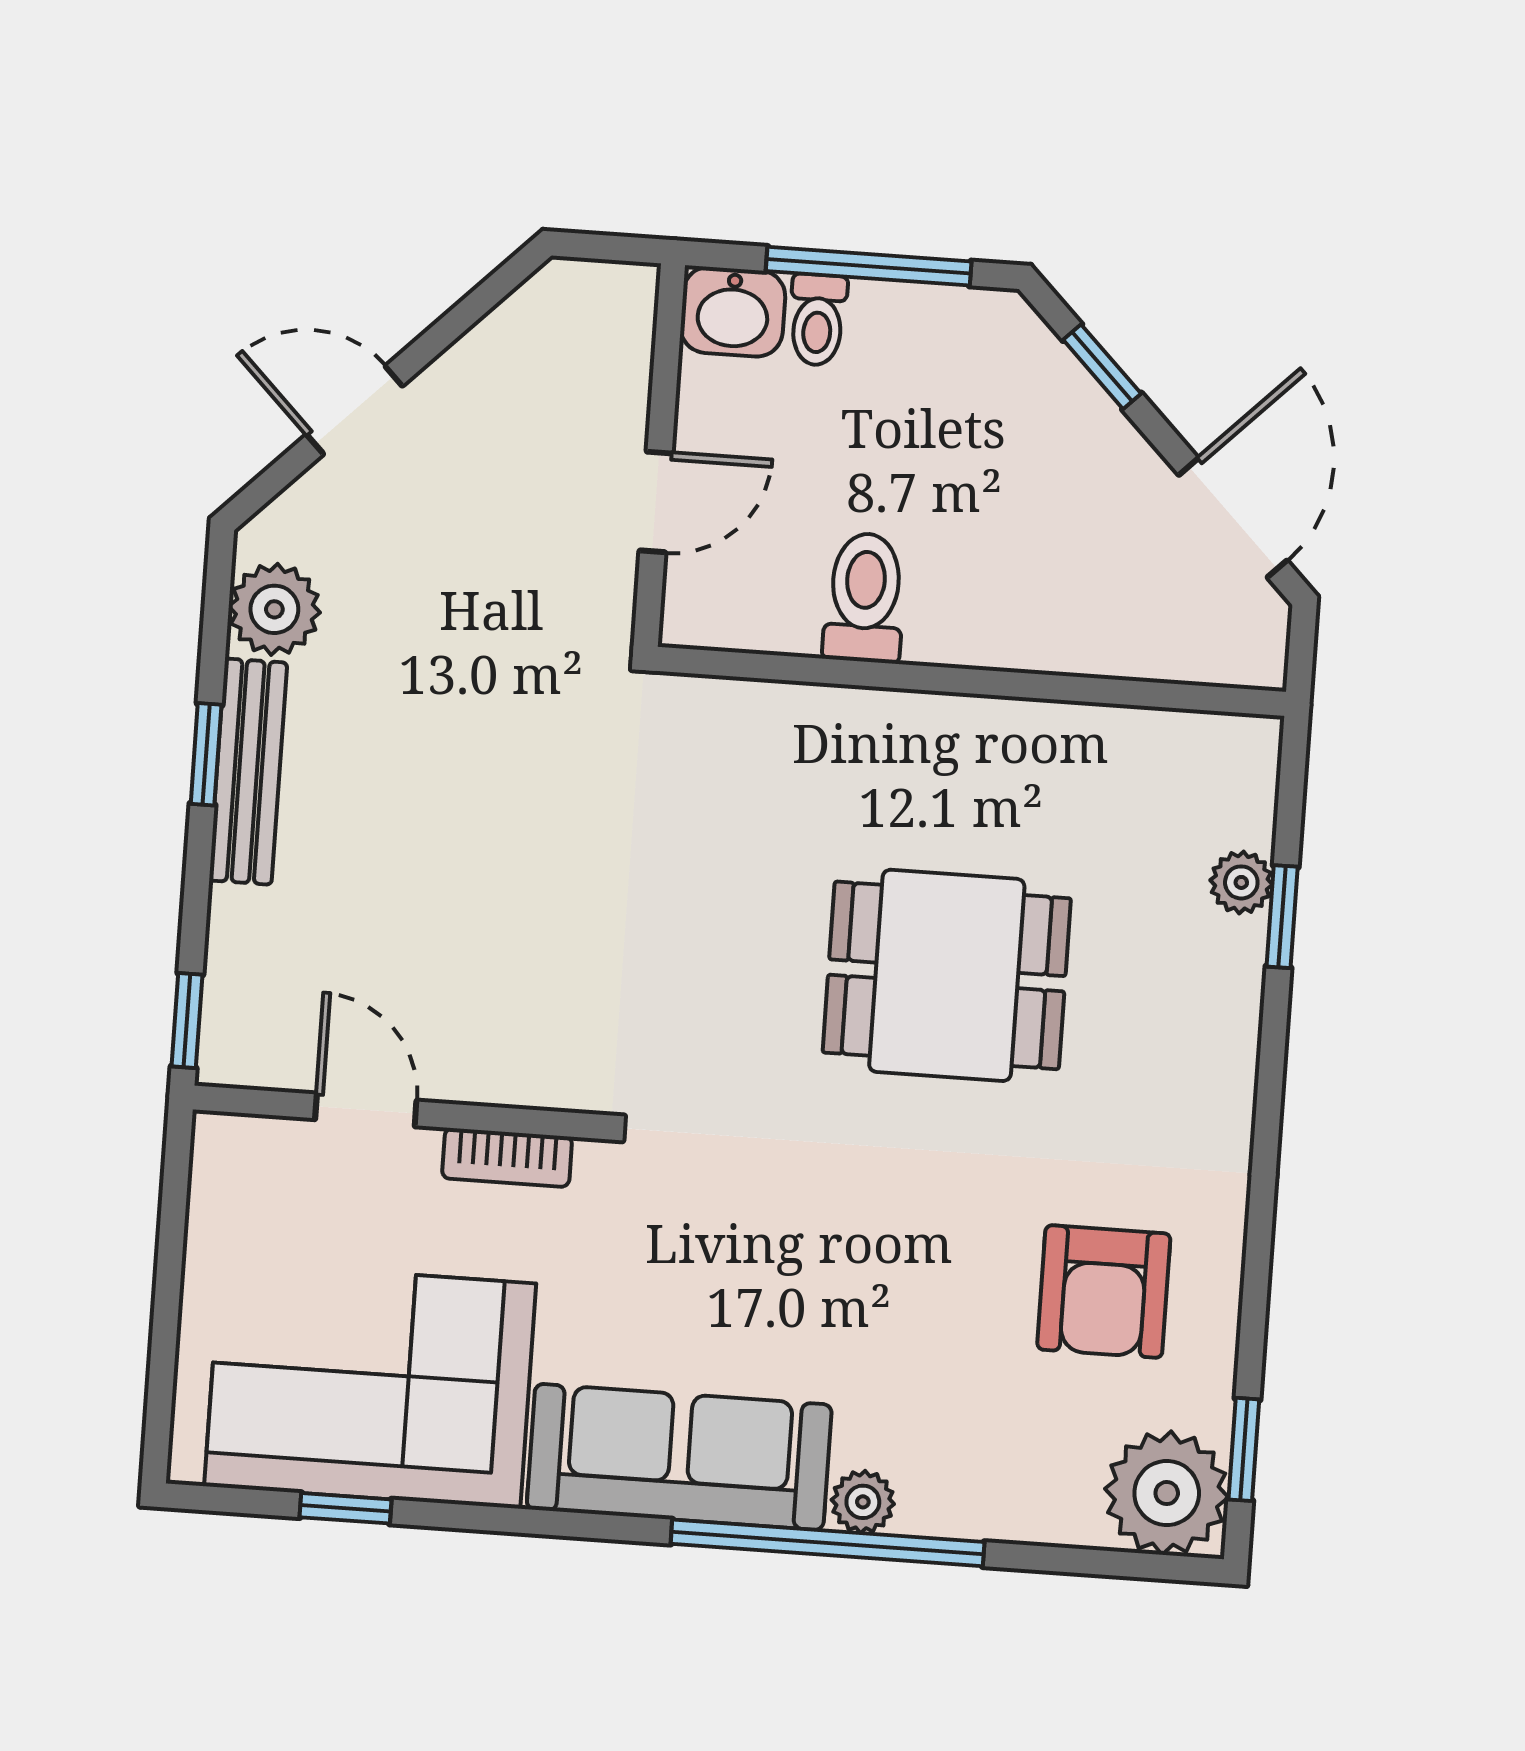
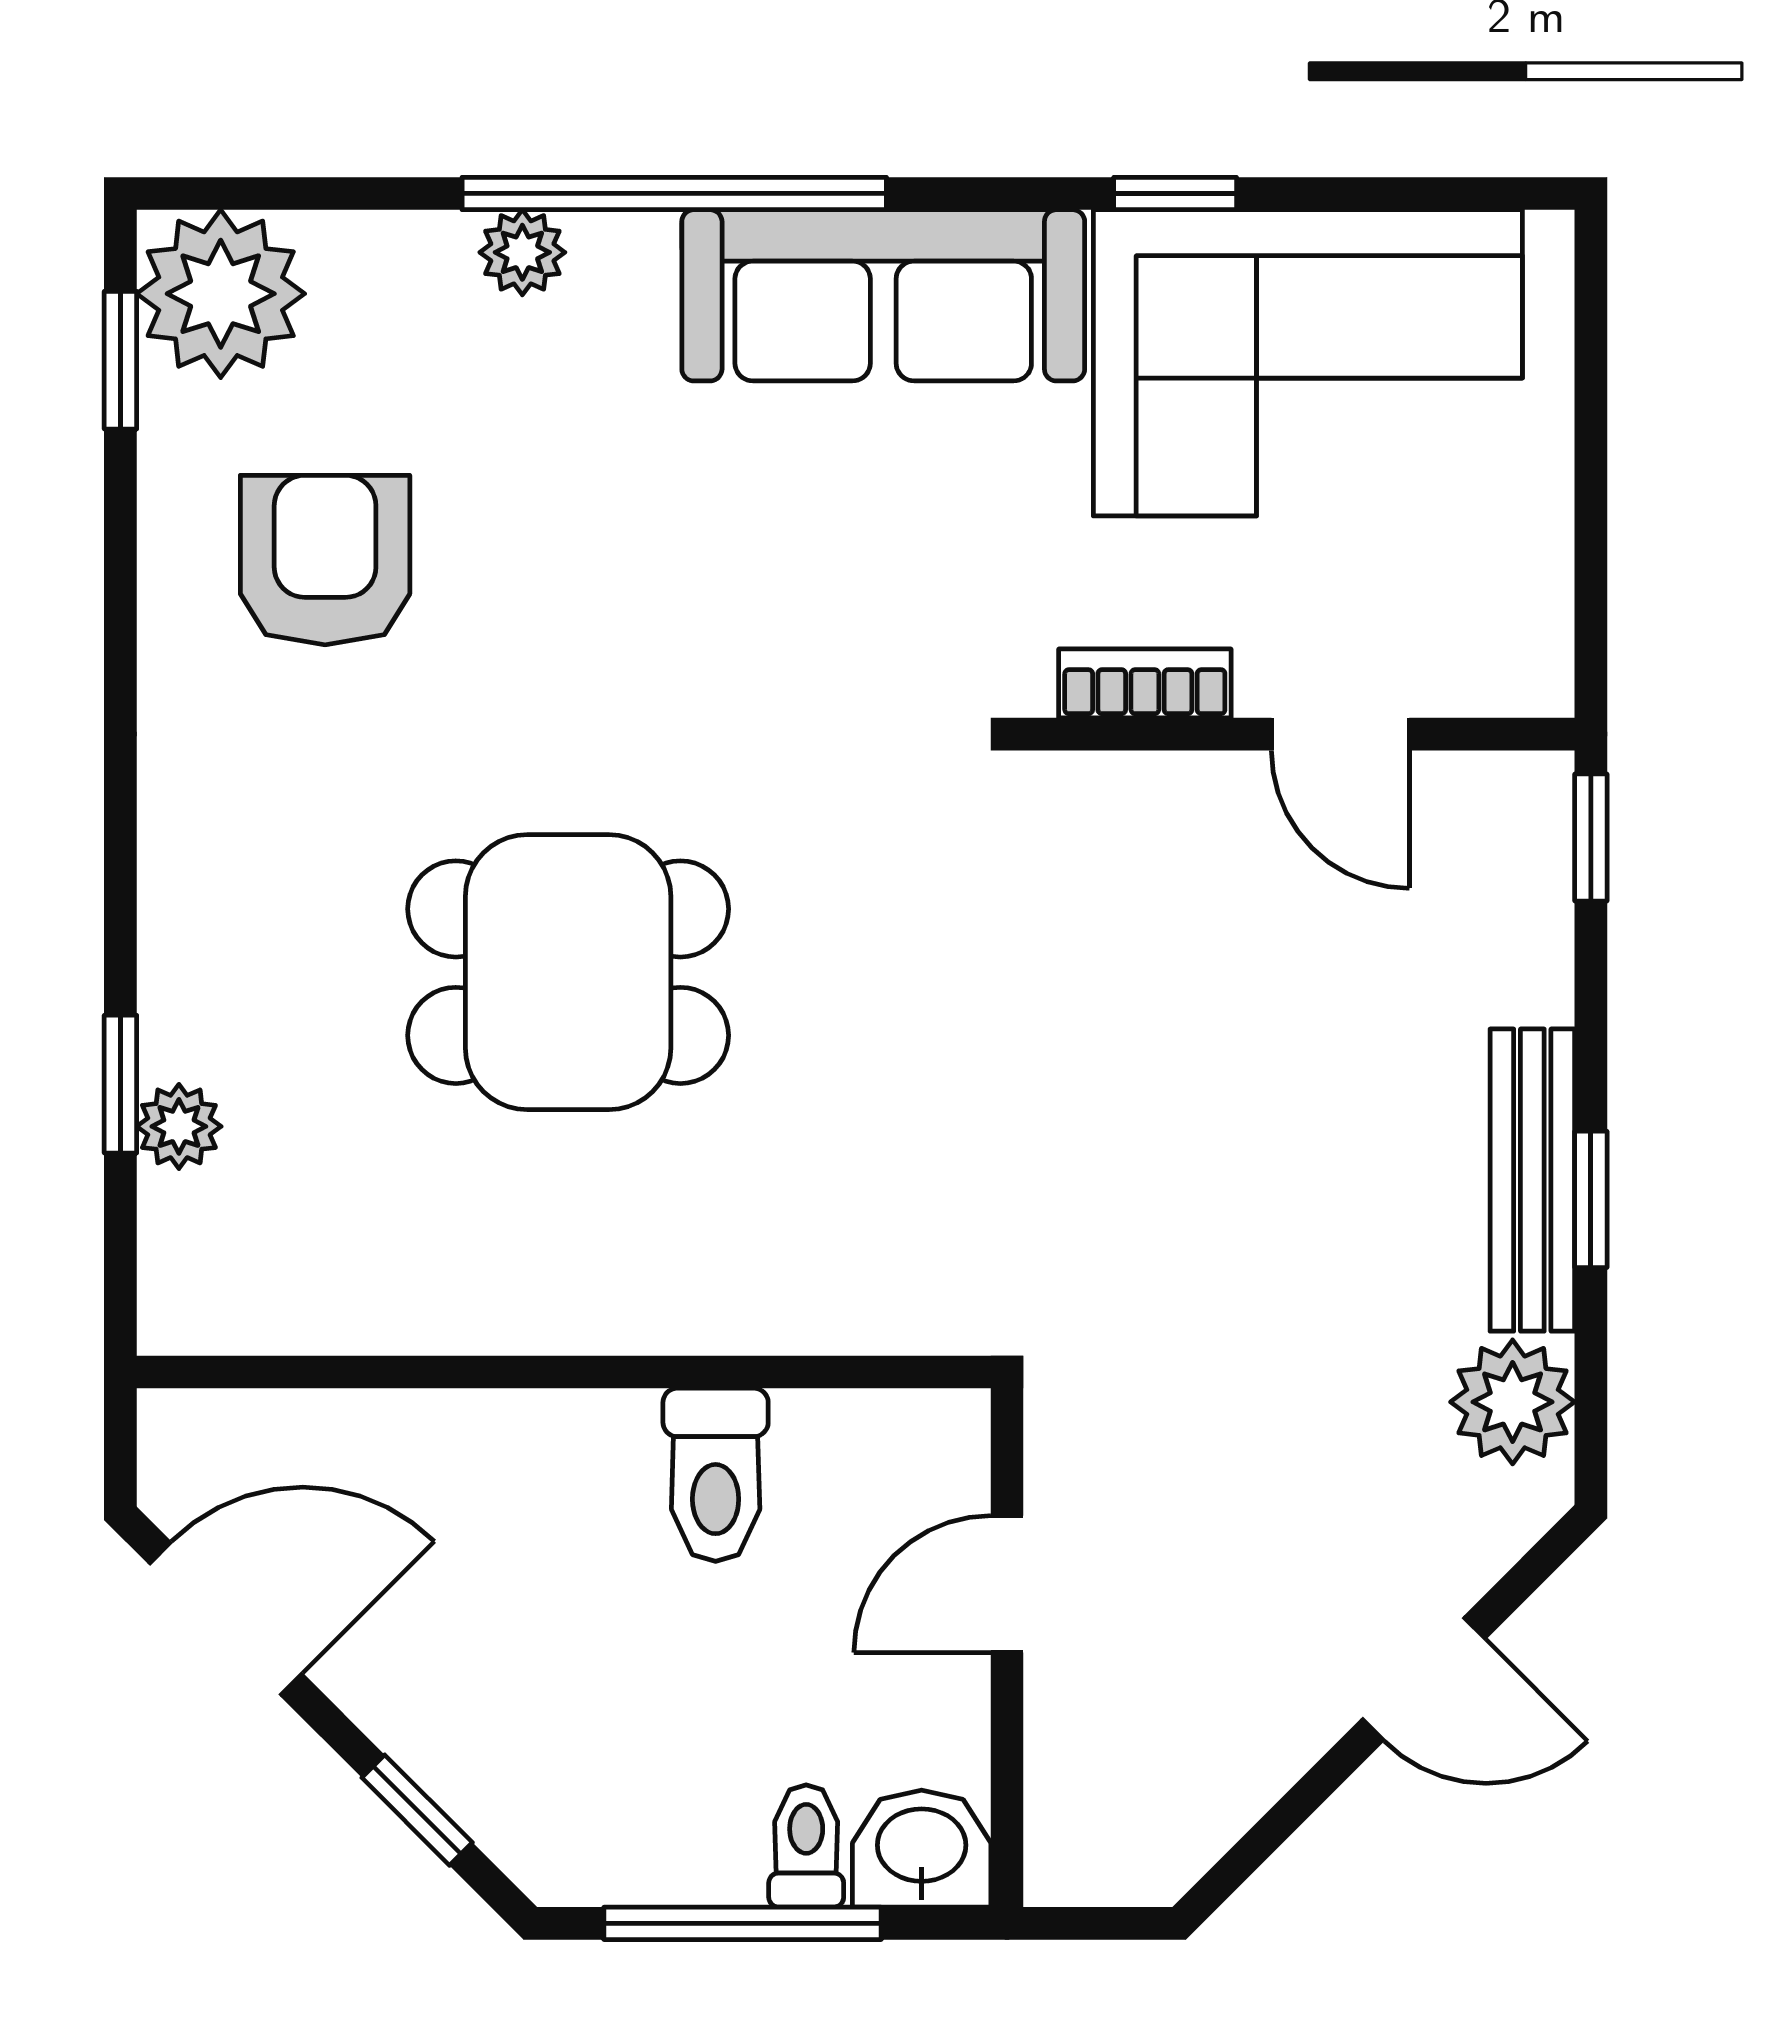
door: (1233, 518) -> (226, 1619), swing flipped
plant: (863, 1502) -> (522, 252), moved
window: (346, 1508) -> (1175, 193), moved

